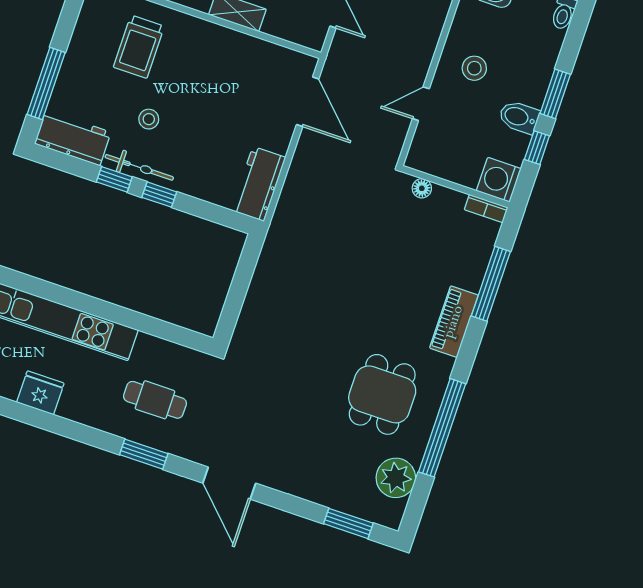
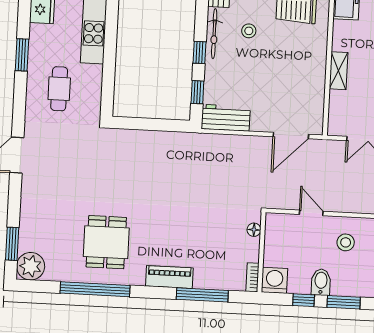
window: (114, 179) -> (197, 92), moved
dining table: (382, 394) -> (106, 242), turned 90
window: (144, 454) -> (22, 55), moved
plant: (396, 478) -> (31, 266), moved

